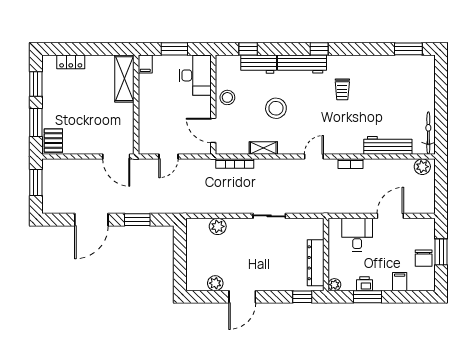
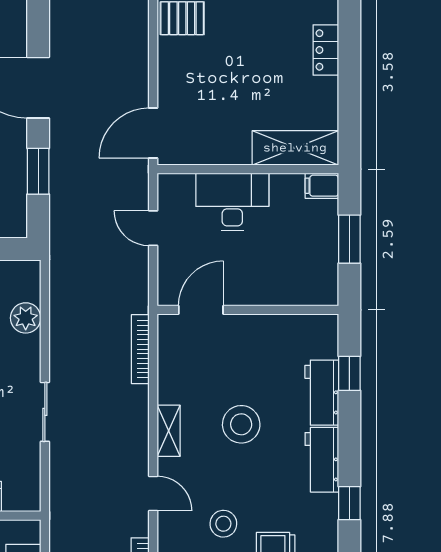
workbench: (302, 64) -> (322, 460), width x0.73
desk: (195, 75) -> (232, 202), moved, turned 180
stool: (227, 97) -> (223, 524), moved
shelving: (263, 148) -> (169, 431), moved

